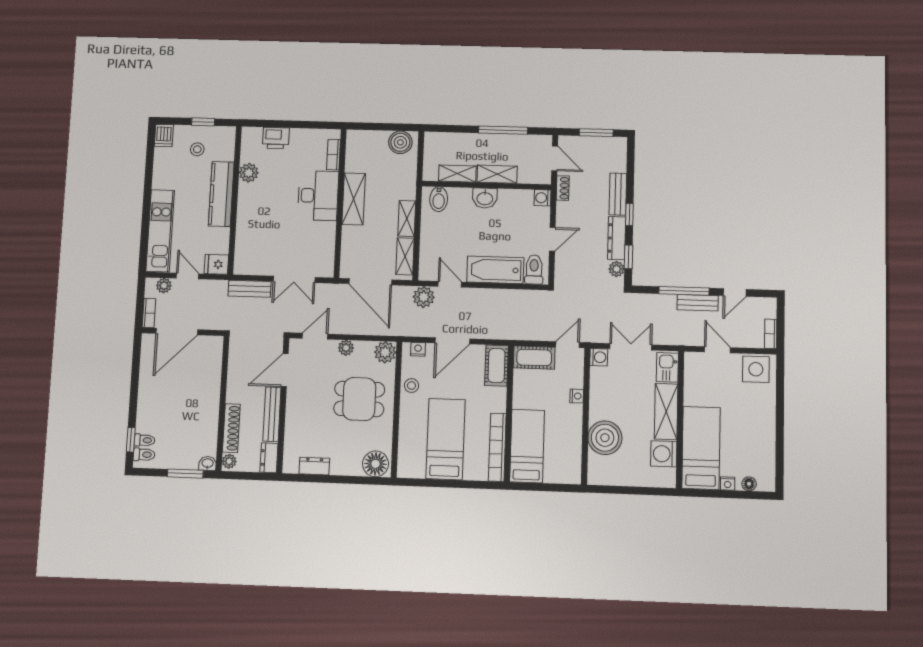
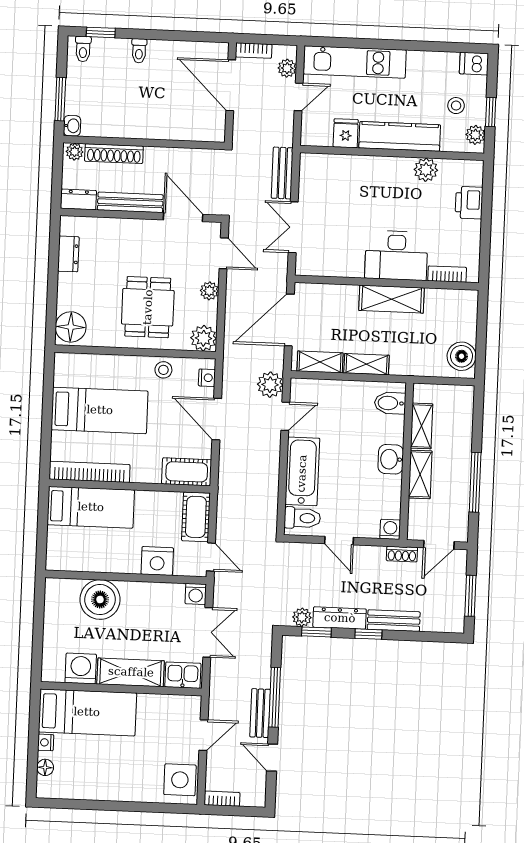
plant: (221, 134) -> (475, 135), added
fridge: (216, 264) -> (346, 133), moved
nightstand: (577, 396) -> (157, 561), width x1.89, depth x1.79
toilet: (145, 440) -> (139, 51), moved

